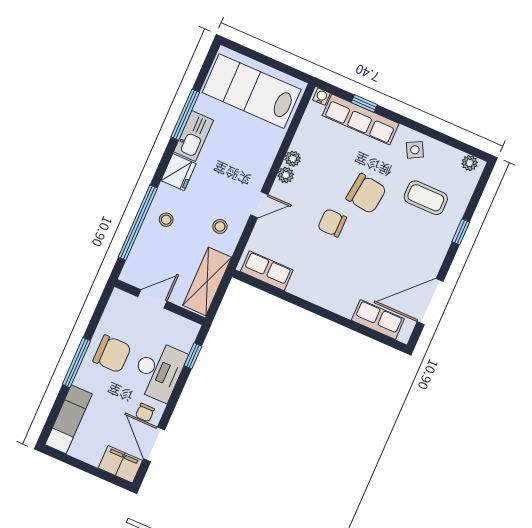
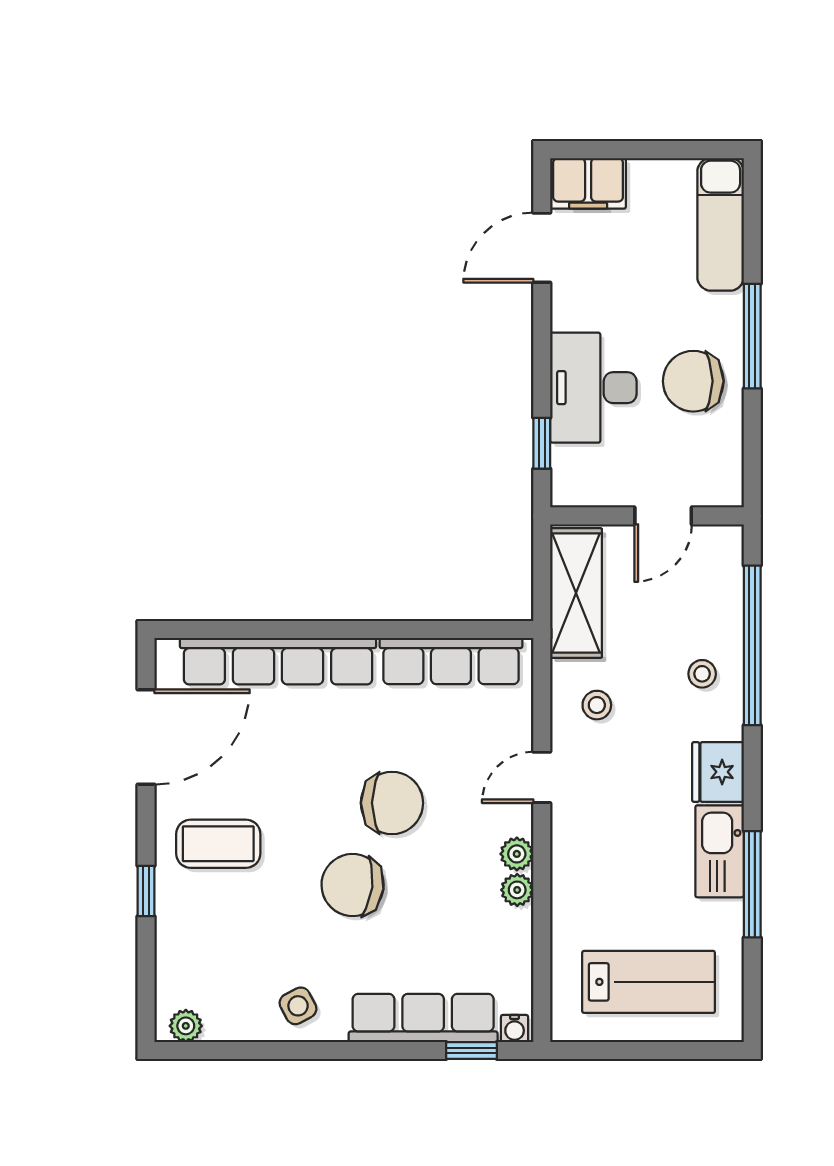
lab bench: (252, 91) -> (649, 982), width x0.73, depth x0.72
window: (364, 103) -> (472, 1050), moved
coffee table: (426, 198) -> (218, 844), moved
chair: (332, 223) -> (392, 803), width x1.37, depth x1.37
row of seats: (267, 271) -> (451, 661), width x1.48
row of seats: (378, 319) -> (278, 661), width x2.02
chair: (145, 412) -> (585, 299), removed
door: (154, 444) -> (542, 248), swing flipped

